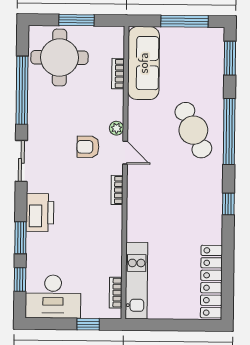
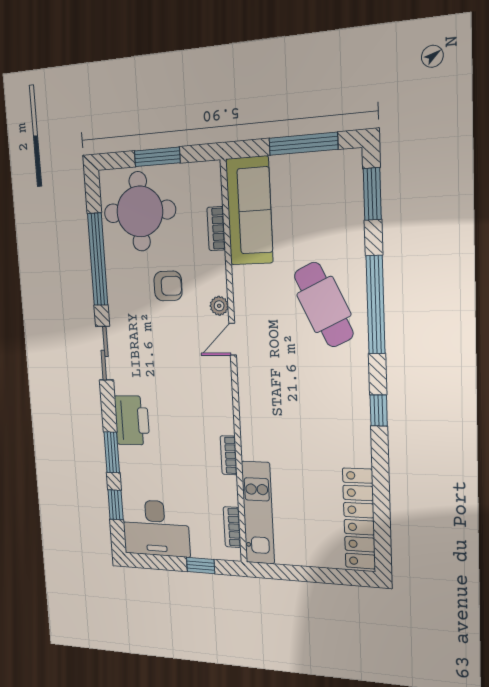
armchair: (88, 147) -> (168, 286), moved, turned 180
door: (125, 153) -> (233, 339), swing flipped
bookcase: (117, 190) -> (229, 455), moved

